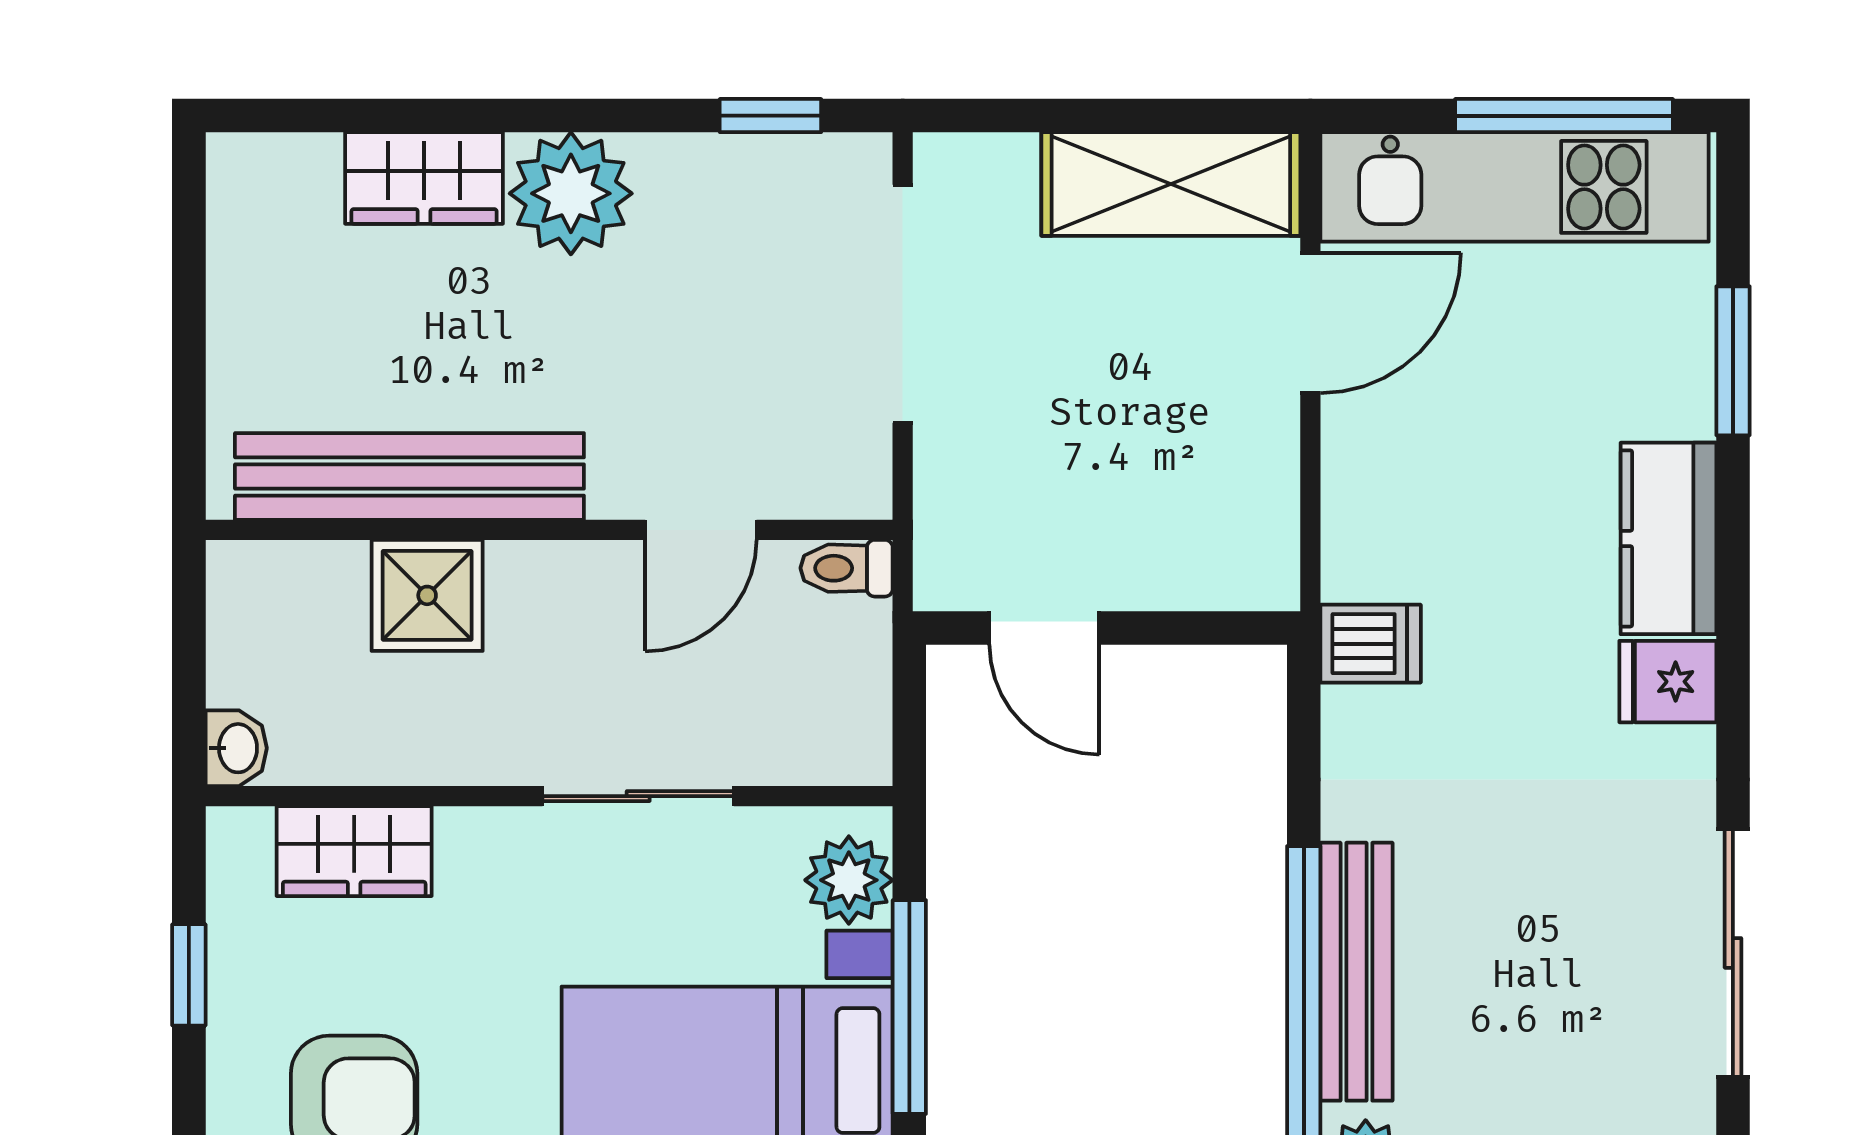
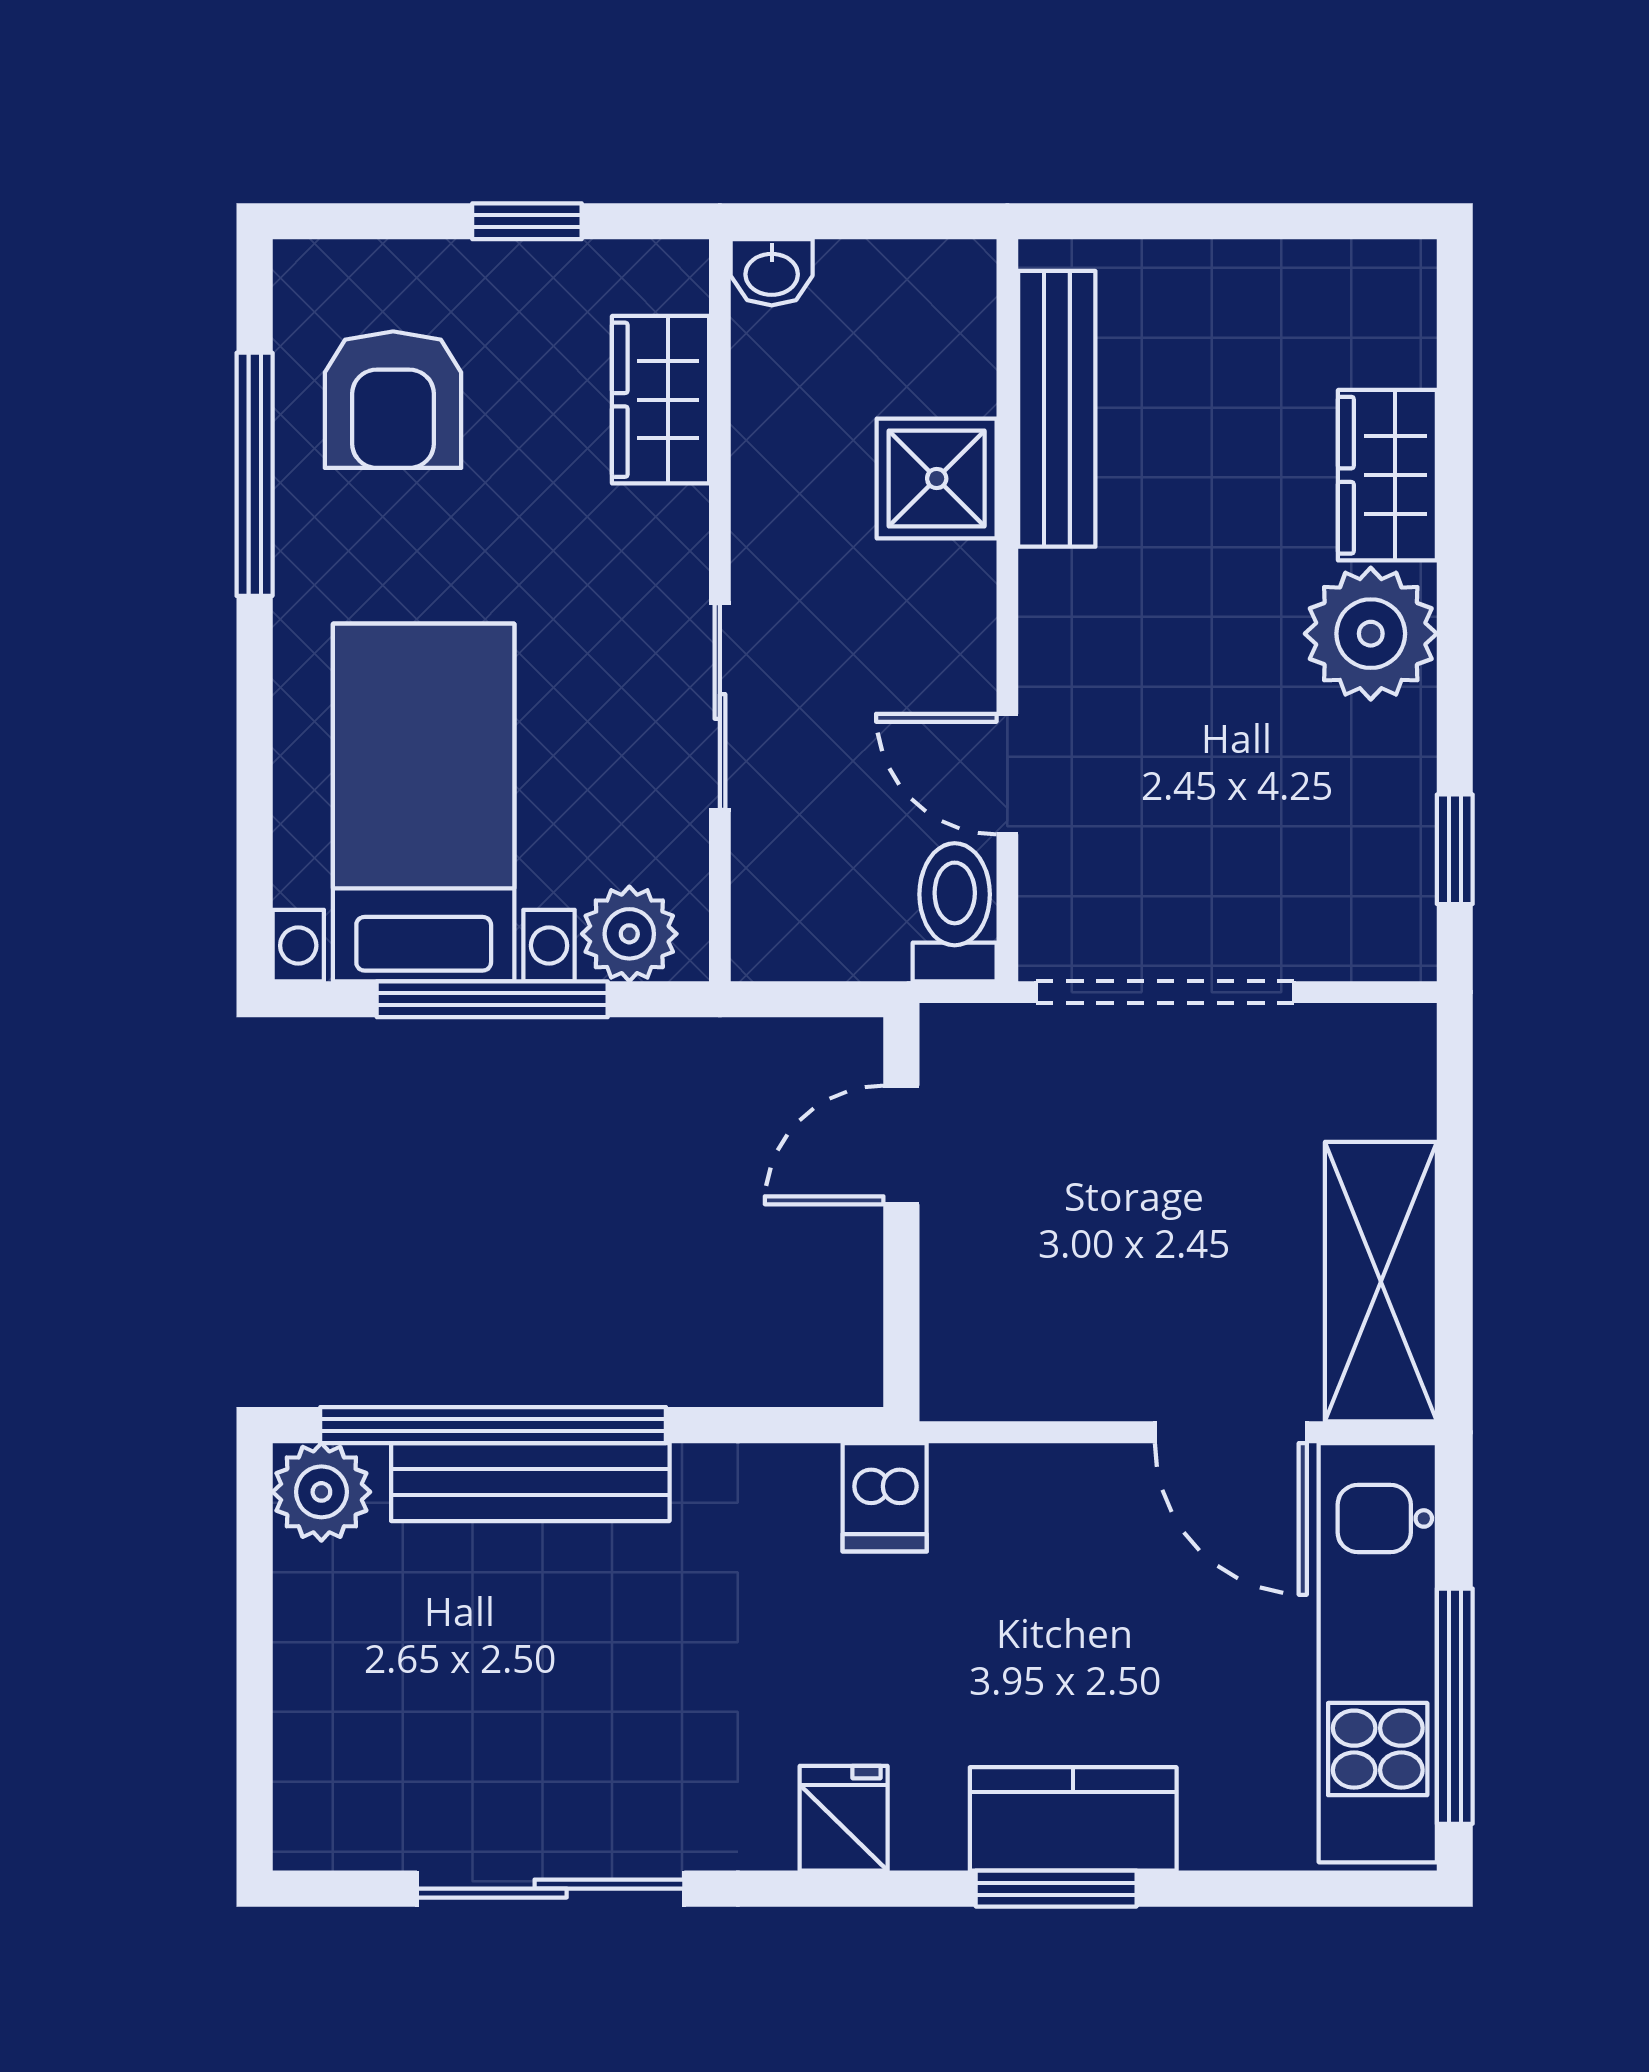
doorway: (903, 304) -> (1165, 992), moved
window: (1733, 361) -> (1056, 1889), moved
bench: (409, 476) -> (1057, 409), width x0.73, depth x0.82
kitchen counter: (1668, 538) -> (1073, 1819), moved
toilet: (847, 568) -> (955, 912), width x1.37, depth x1.39

